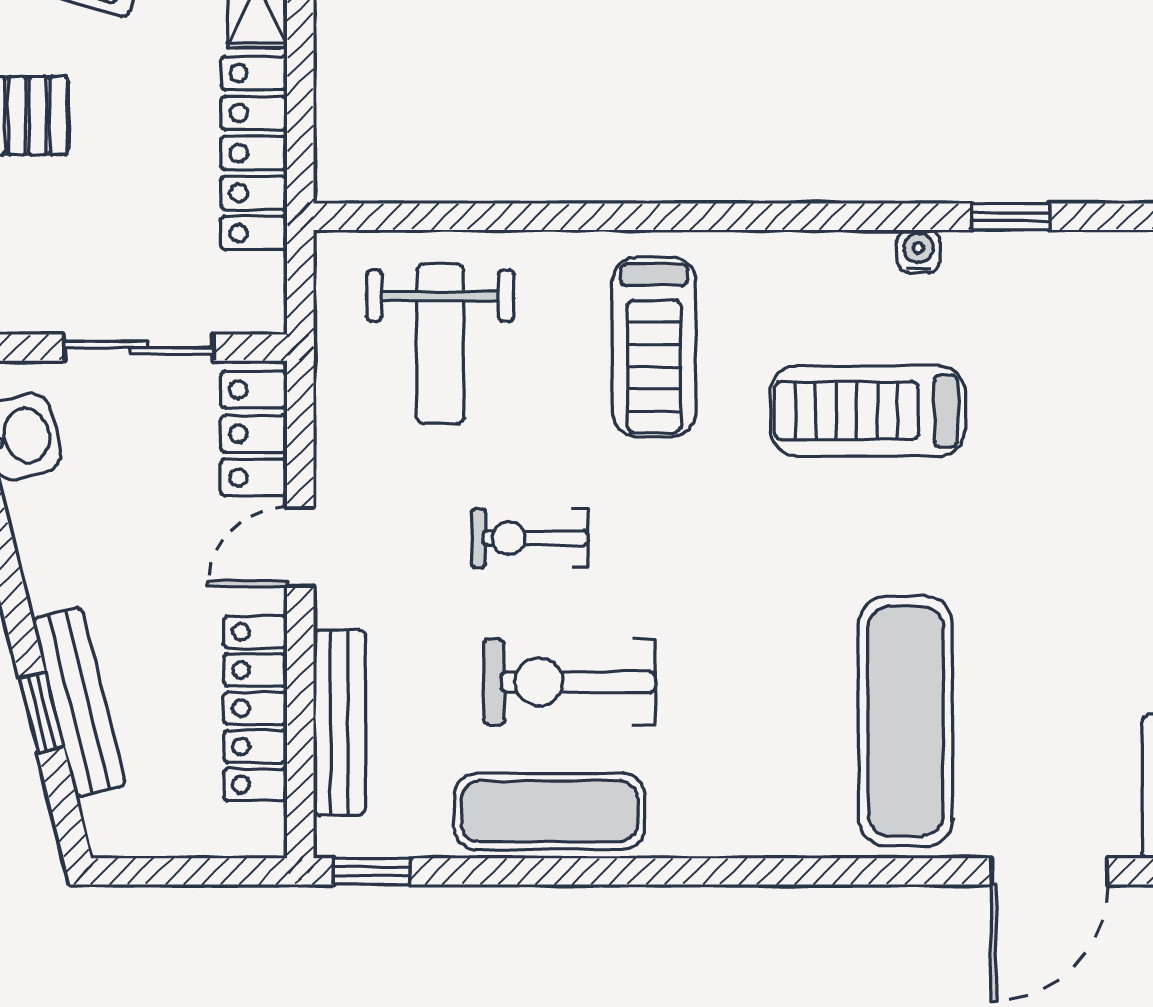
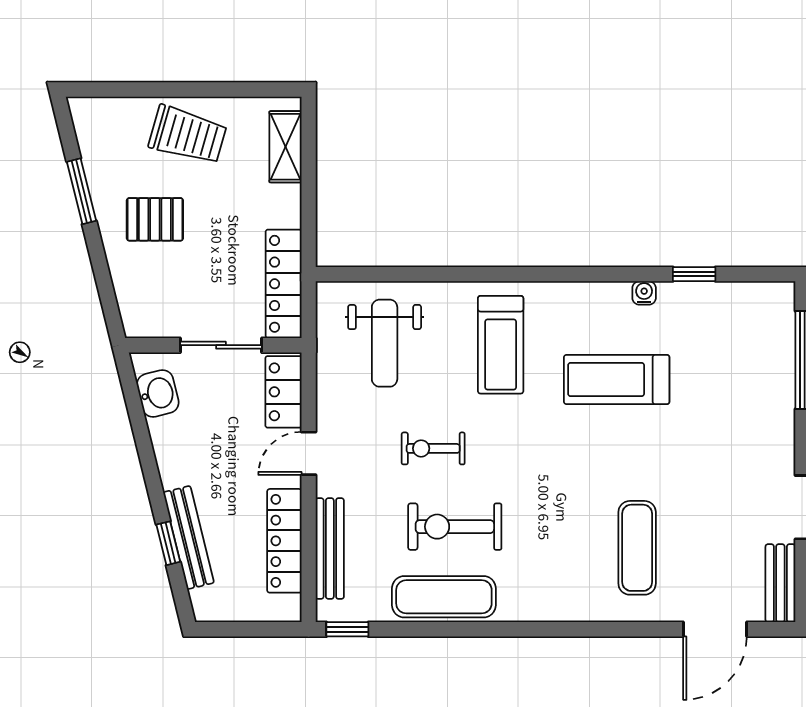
locker: (254, 153) -> (284, 284), moved
exercise mat: (906, 721) -> (637, 548), width x0.73, depth x0.69

